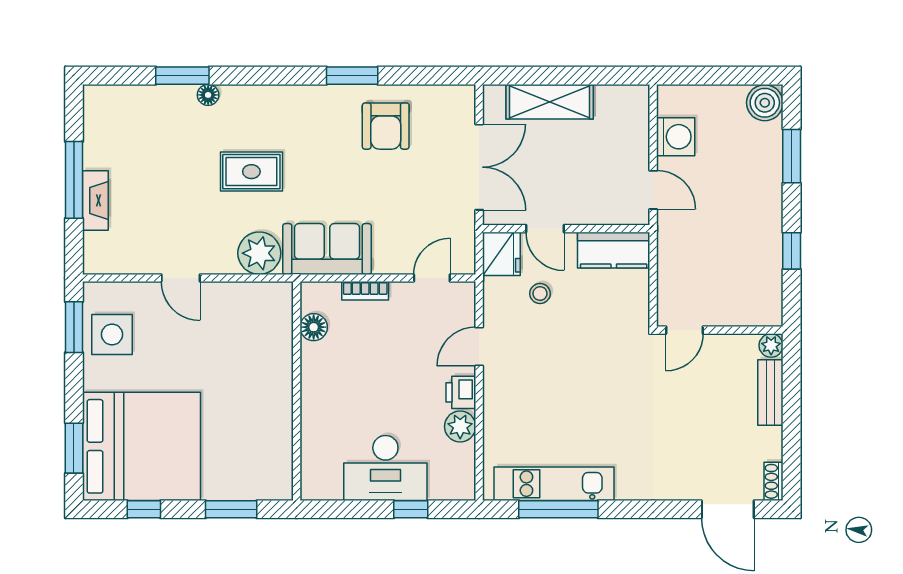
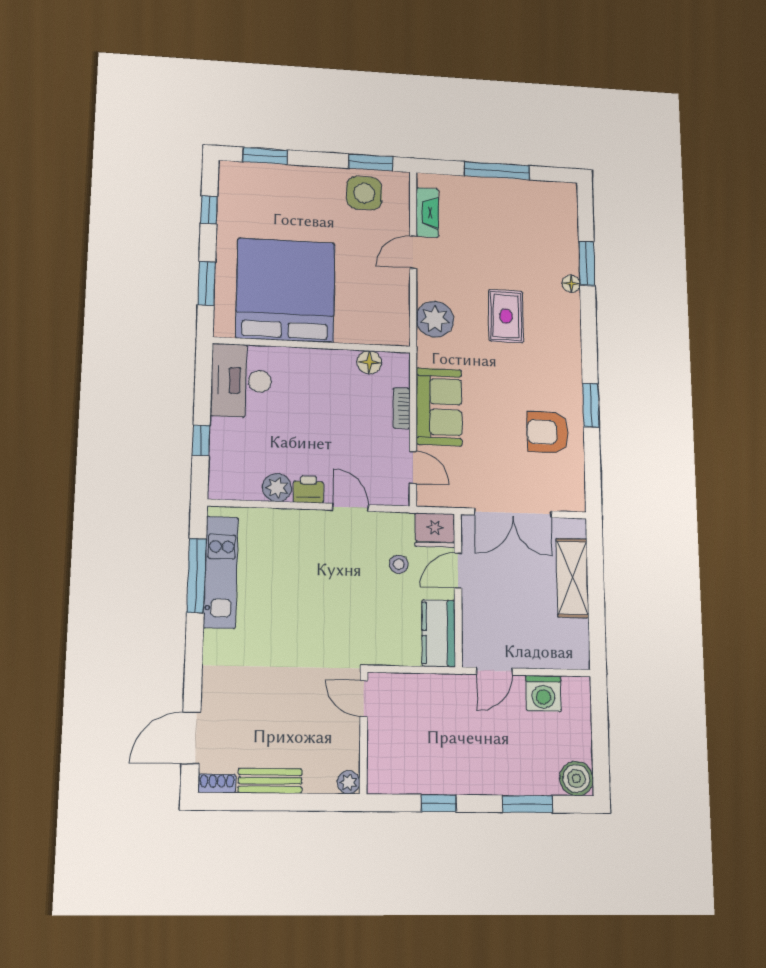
fireplace: (95, 200) -> (427, 212), moved, turned -90
sofa: (327, 249) -> (439, 407), moved
bench: (770, 393) -> (270, 781), moved
bed: (142, 446) -> (285, 290), moved, turned 180
desk: (385, 468) -> (241, 381), moved

